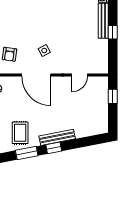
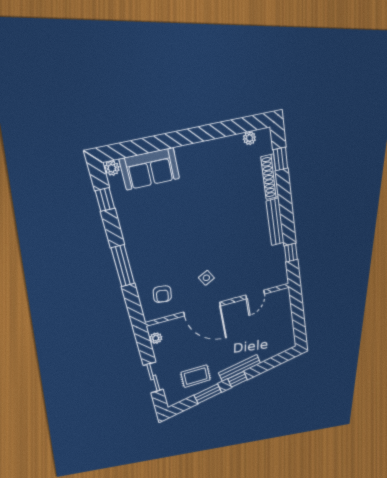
window: (113, 32) -> (291, 253), moved
window: (113, 96) -> (297, 307), removed
rug: (20, 133) -> (196, 376), turned 90

